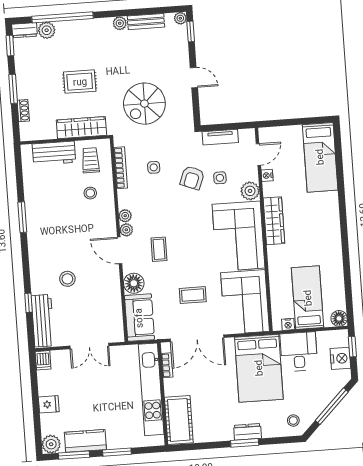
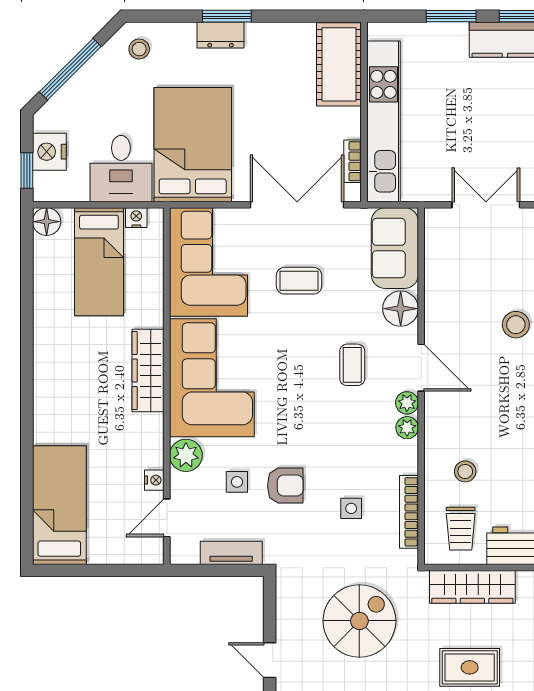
armchair: (192, 178) -> (285, 486), turned 69
wardrobe: (274, 221) -> (148, 370), moved

